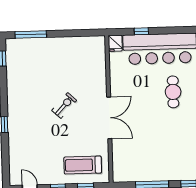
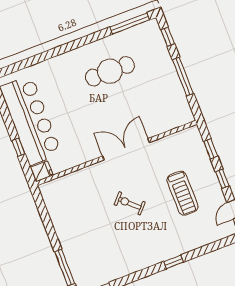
cafe table: (173, 92) -> (110, 71), moved, width x1.37, depth x1.35
treadmill: (83, 165) -> (182, 193), moved

